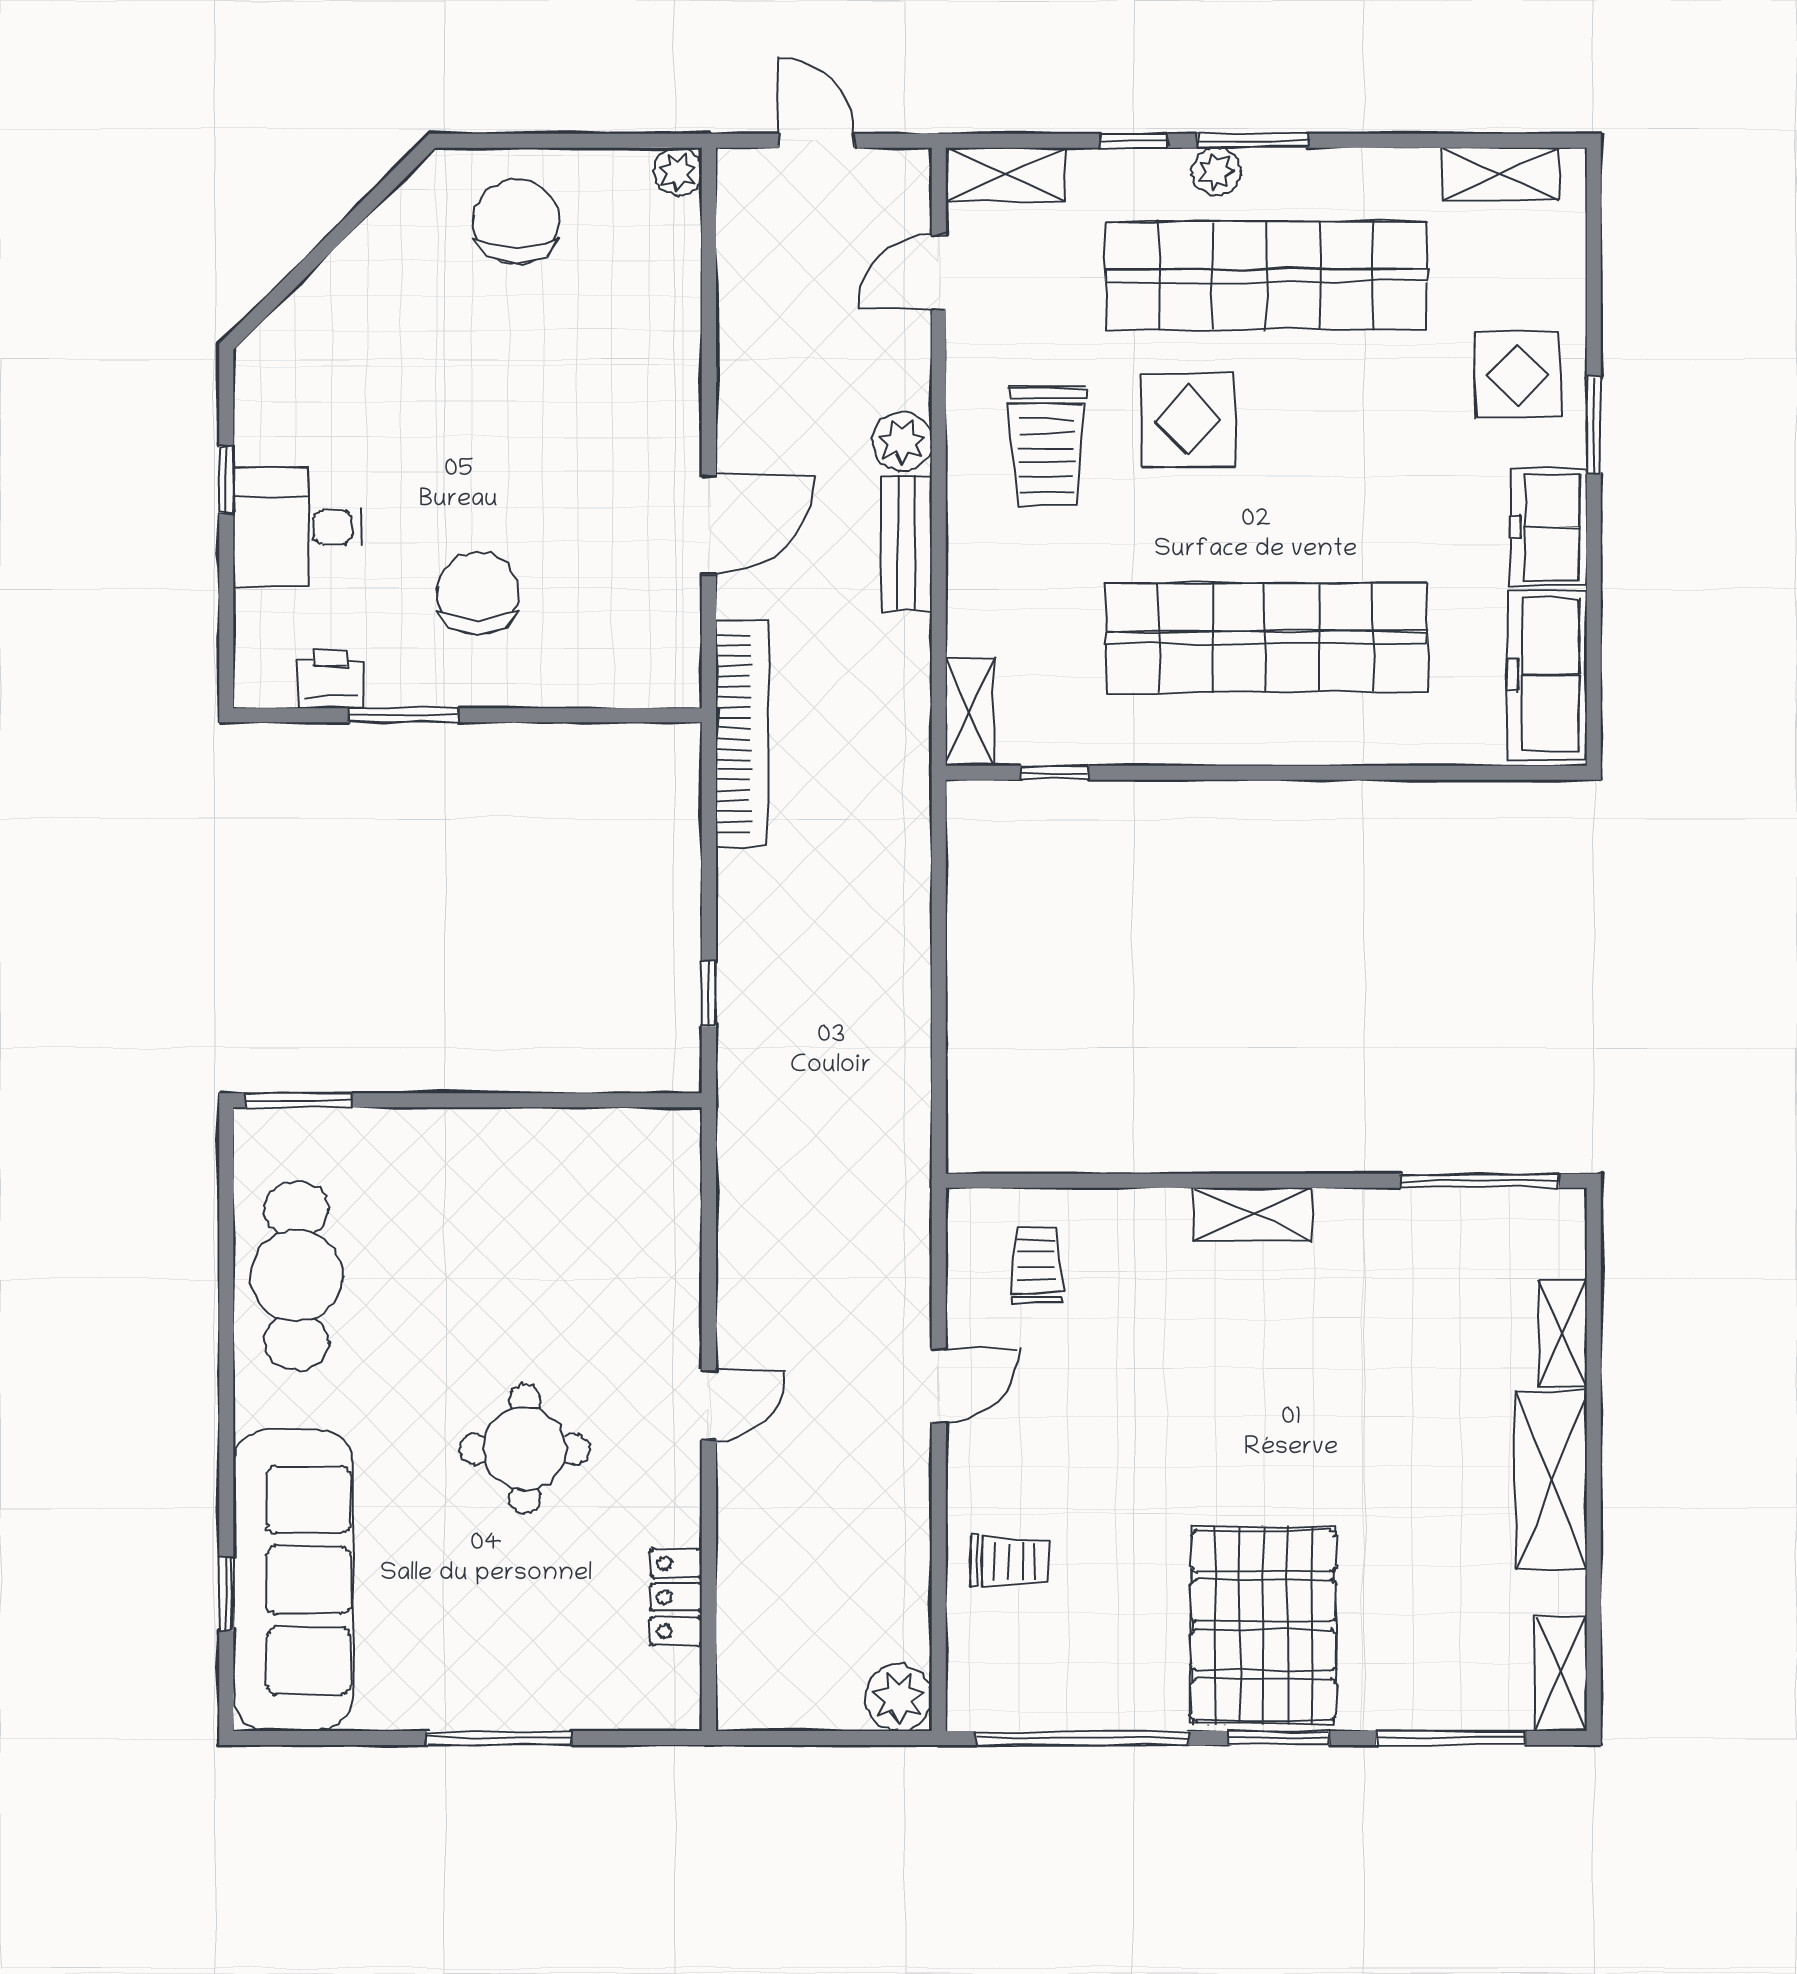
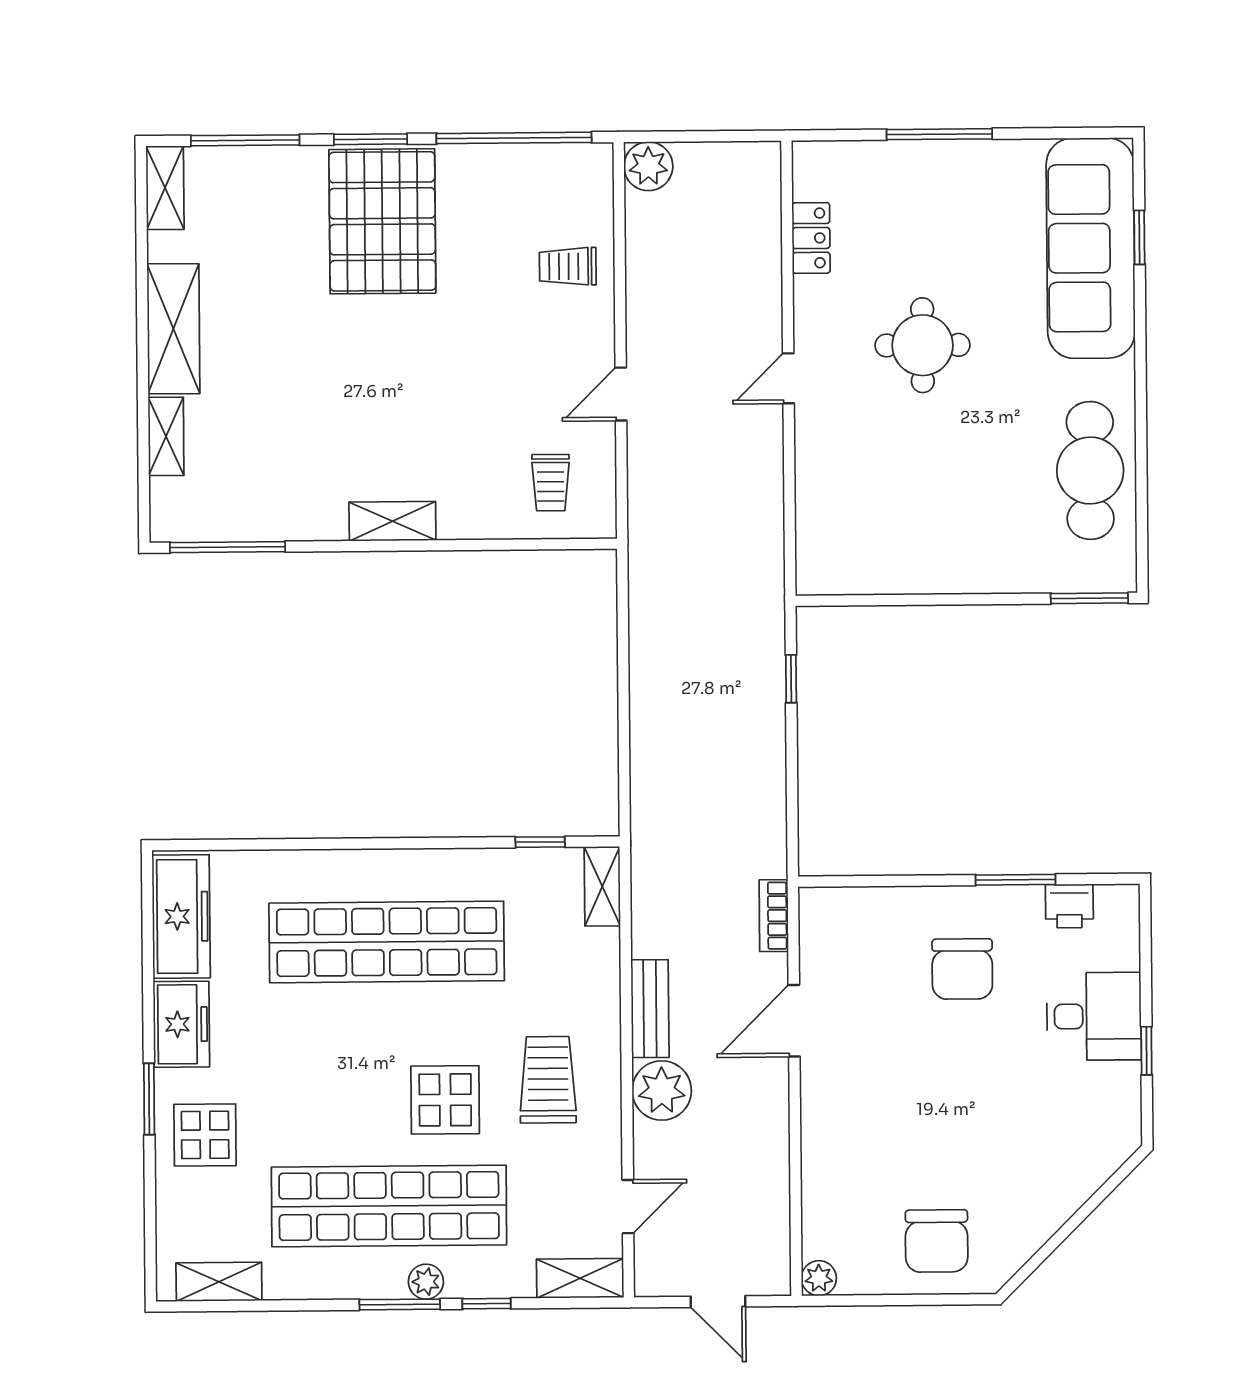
plant: (902, 442) -> (662, 1091), width x1.36, depth x1.36
bookcase: (742, 733) -> (774, 916), width x0.43, depth x0.76

